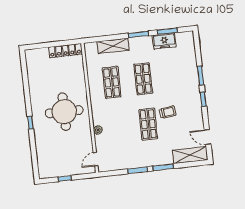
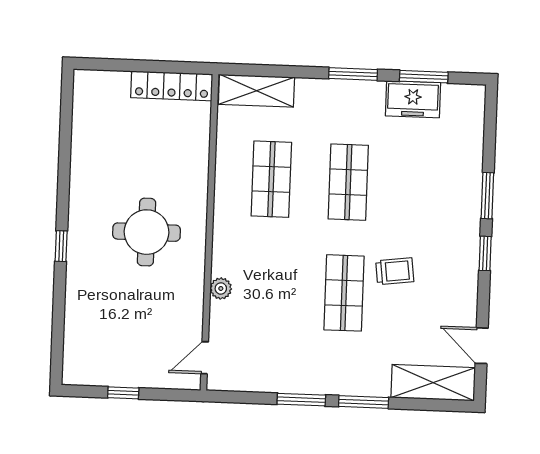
shelving: (113, 46) -> (256, 91), moved
round table: (64, 112) -> (147, 232), width x0.73, depth x0.73

